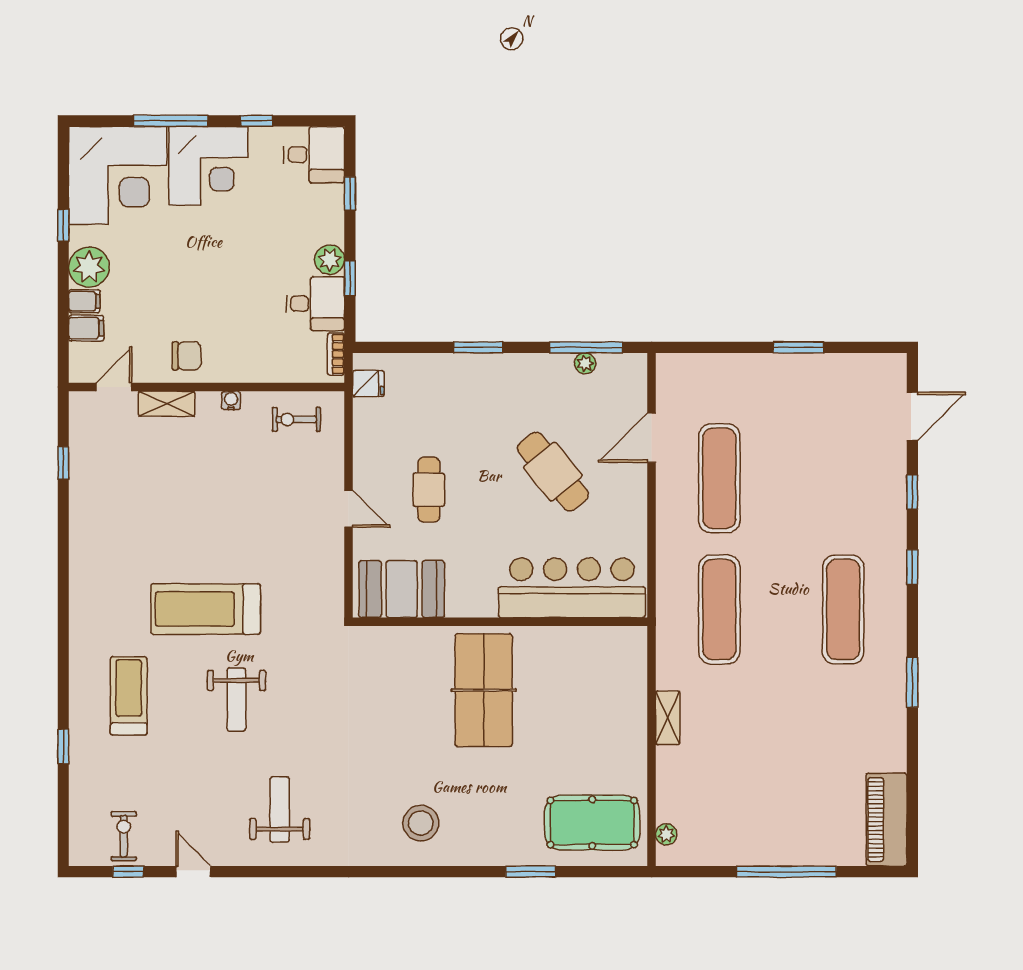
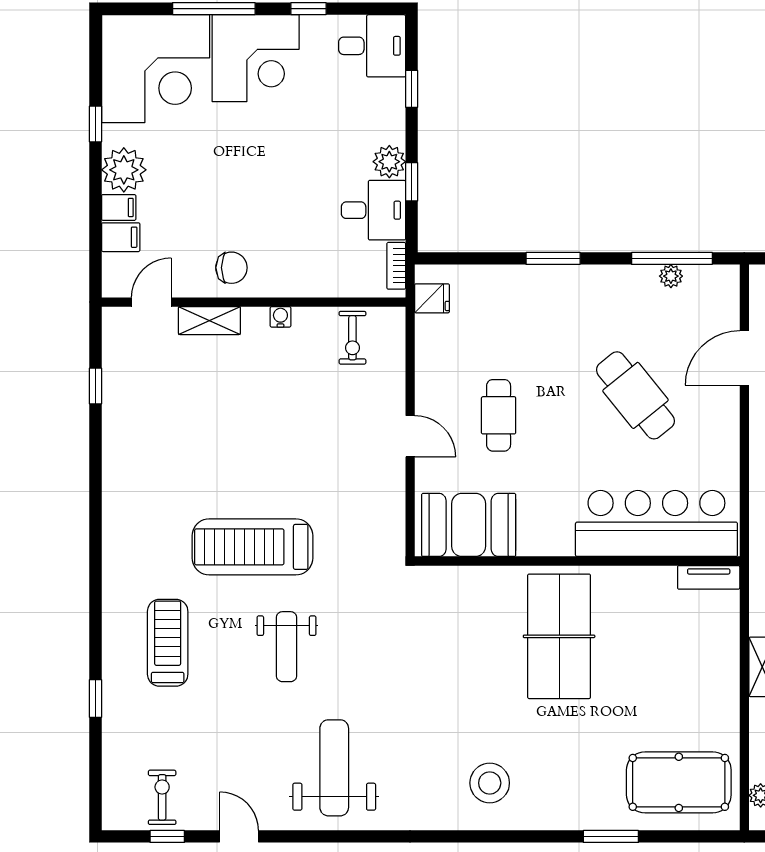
exercise bike: (296, 419) -> (352, 338), turned -90
tv unit: (619, 637) -> (709, 577), added
weight bench: (280, 809) -> (334, 768), width x1.36, depth x1.33

